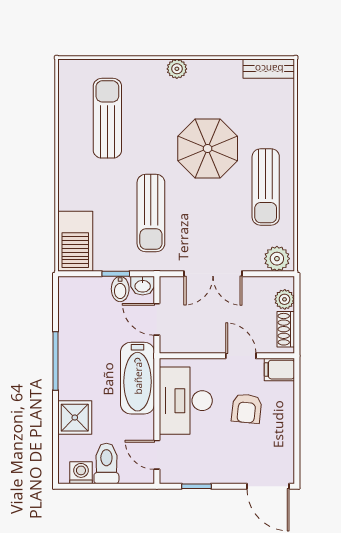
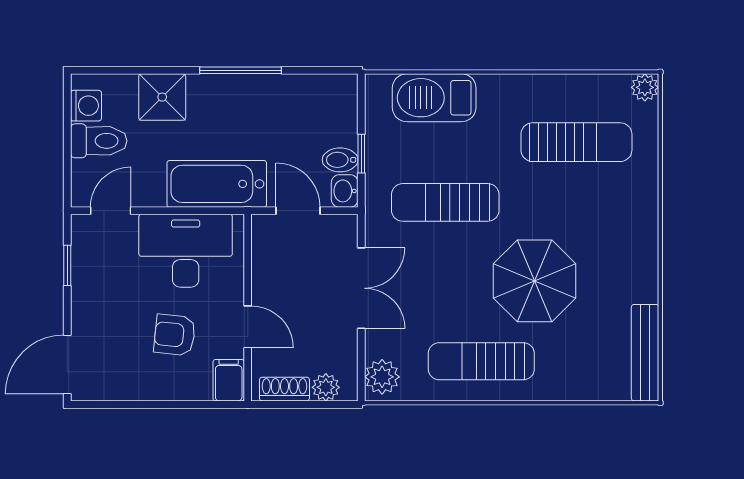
plant: (177, 69) -> (645, 87), moved
bench: (269, 69) -> (645, 353), width x1.36
barbecue: (75, 241) -> (434, 98), moved
double door: (213, 274) -> (361, 288), swing flipped
door: (157, 319) -> (298, 211), hinge flipped
door: (241, 356) -> (248, 327), hinge flipped

